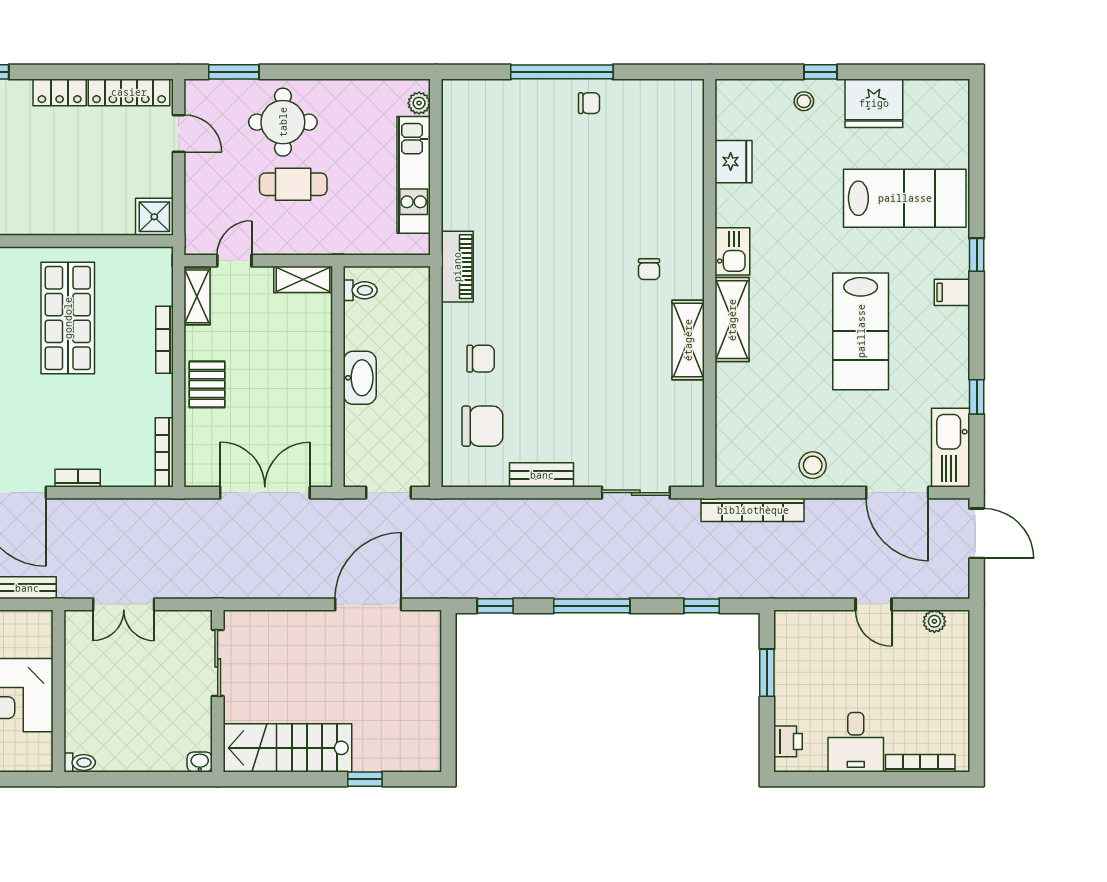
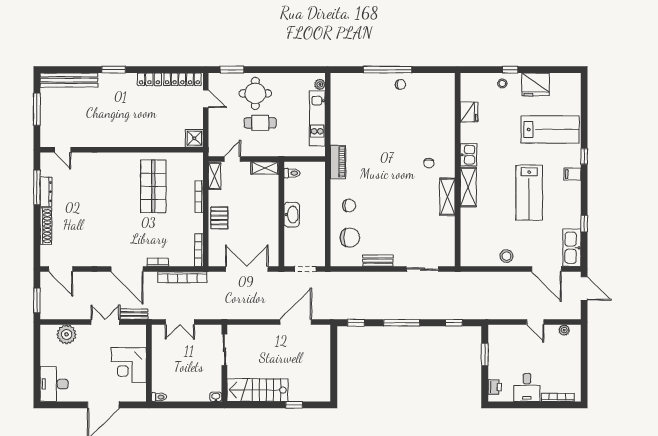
bookcase: (753, 510) -> (182, 277), moved

